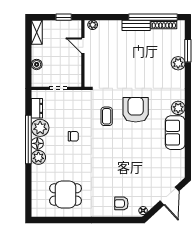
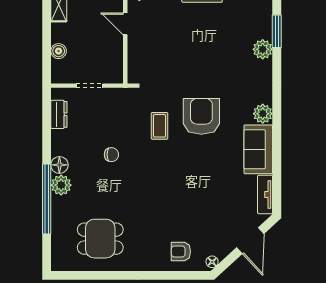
plant: (40, 128) -> (64, 142), removed
window: (28, 139) -> (47, 199), moved
tv unit: (180, 164) -> (265, 195), added

